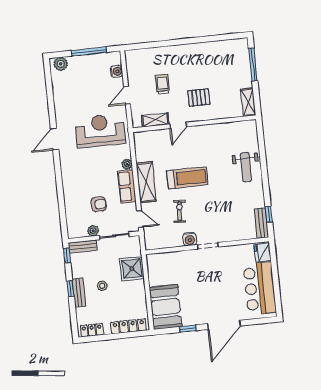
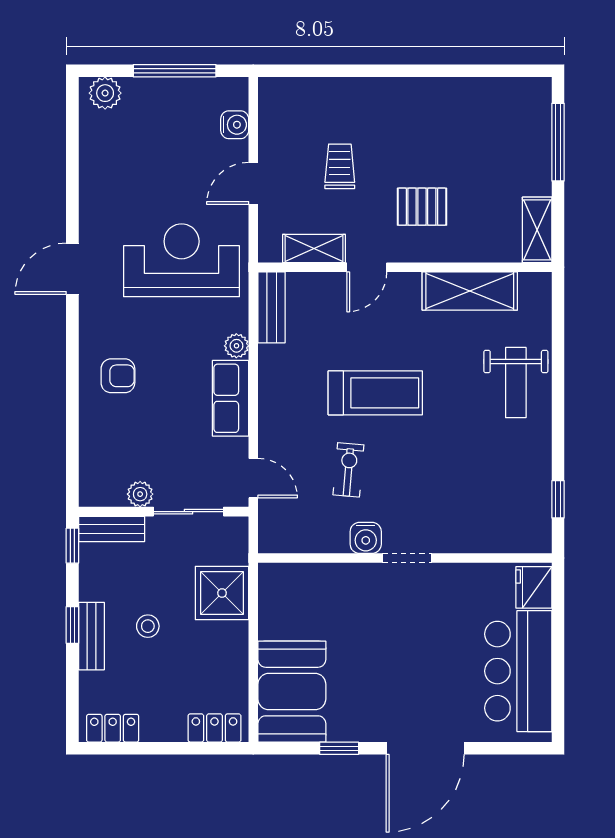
shelving: (146, 182) -> (470, 291), moved, turned 90
armchair: (99, 204) -> (118, 376), moved
bench: (261, 223) -> (271, 307), moved
locker: (128, 326) -> (214, 728), width x0.66

